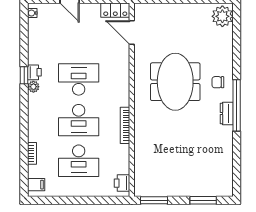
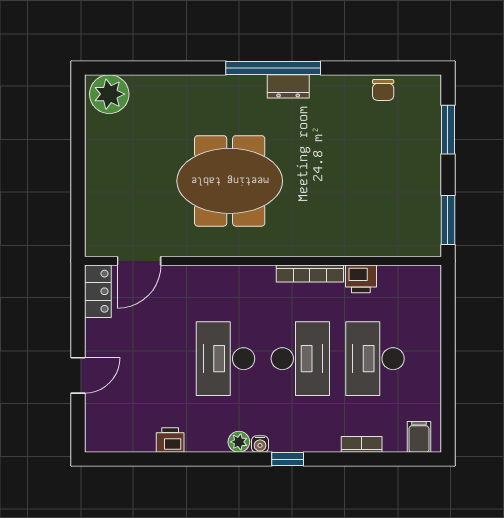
water cooler: (32, 13) -> (260, 444), moved
printer: (34, 72) -> (170, 440), moved
window: (24, 75) -> (288, 459), moved
chair: (218, 82) -> (383, 90), moved
desk: (79, 161) -> (375, 359), turned 180
printer: (122, 183) -> (361, 279), moved

